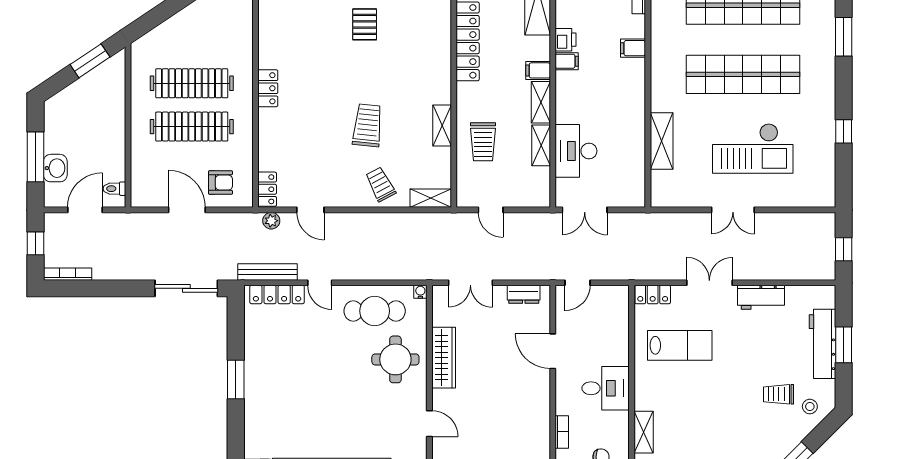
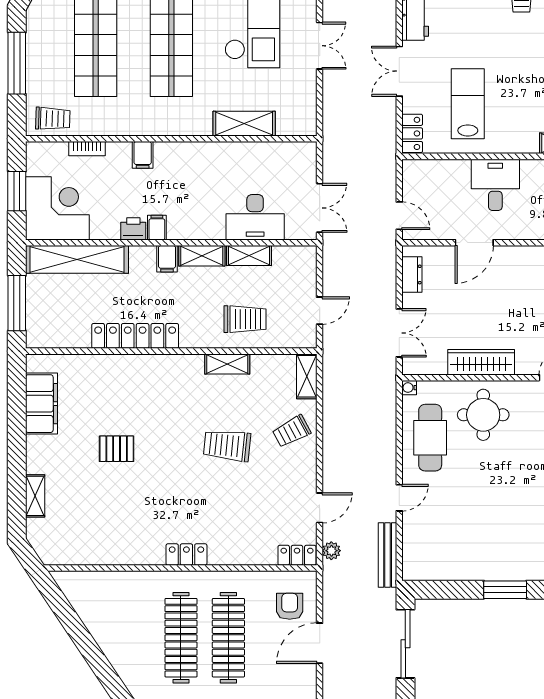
locker: (277, 294) -> (412, 544), removed
desk: (606, 388) -> (495, 185), moved

